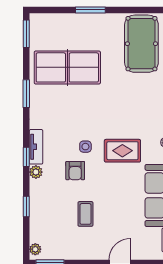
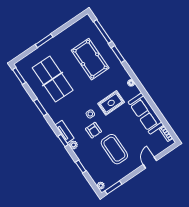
pool table: (141, 44) -> (90, 59), moved
table tennis table: (67, 67) -> (53, 79), turned 90
coffee table: (85, 214) -> (114, 149), width x1.86, depth x1.72

